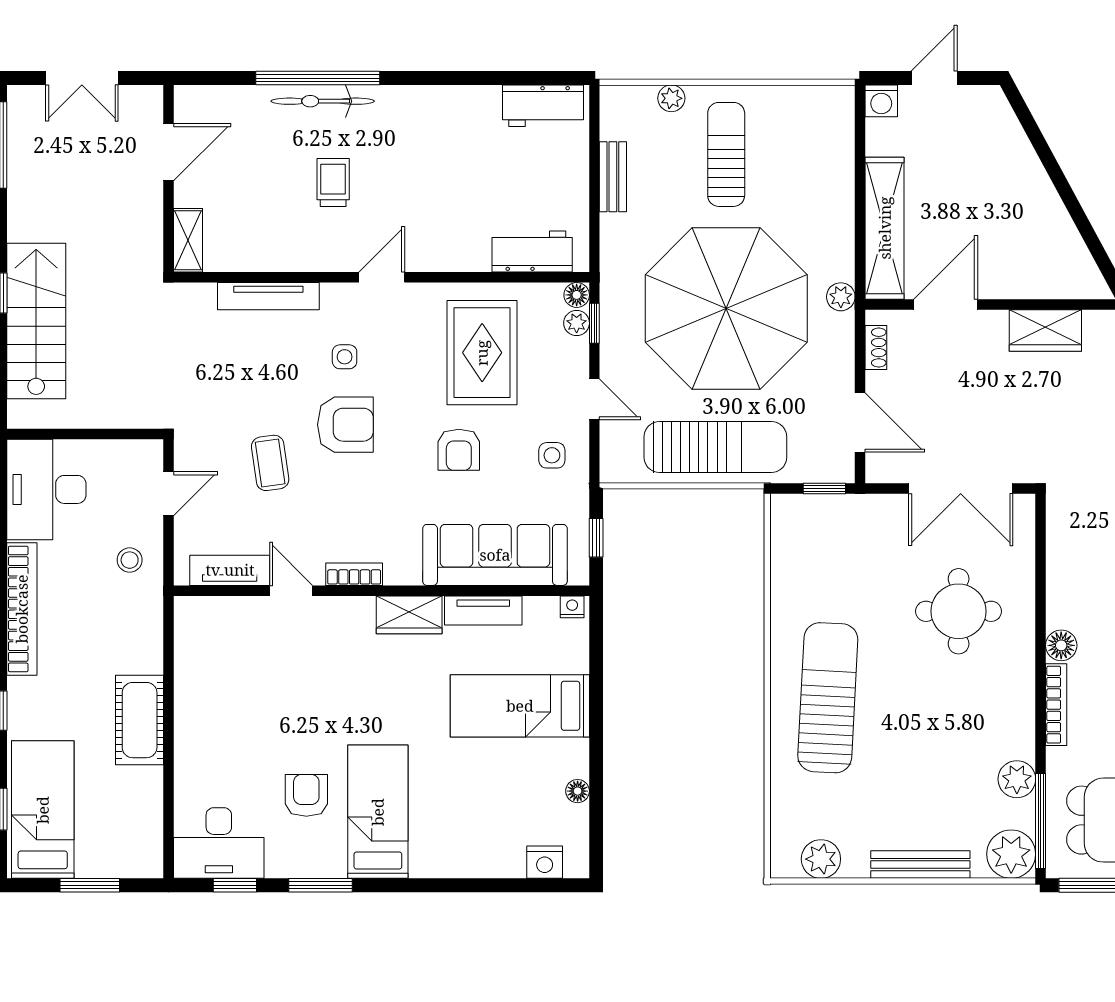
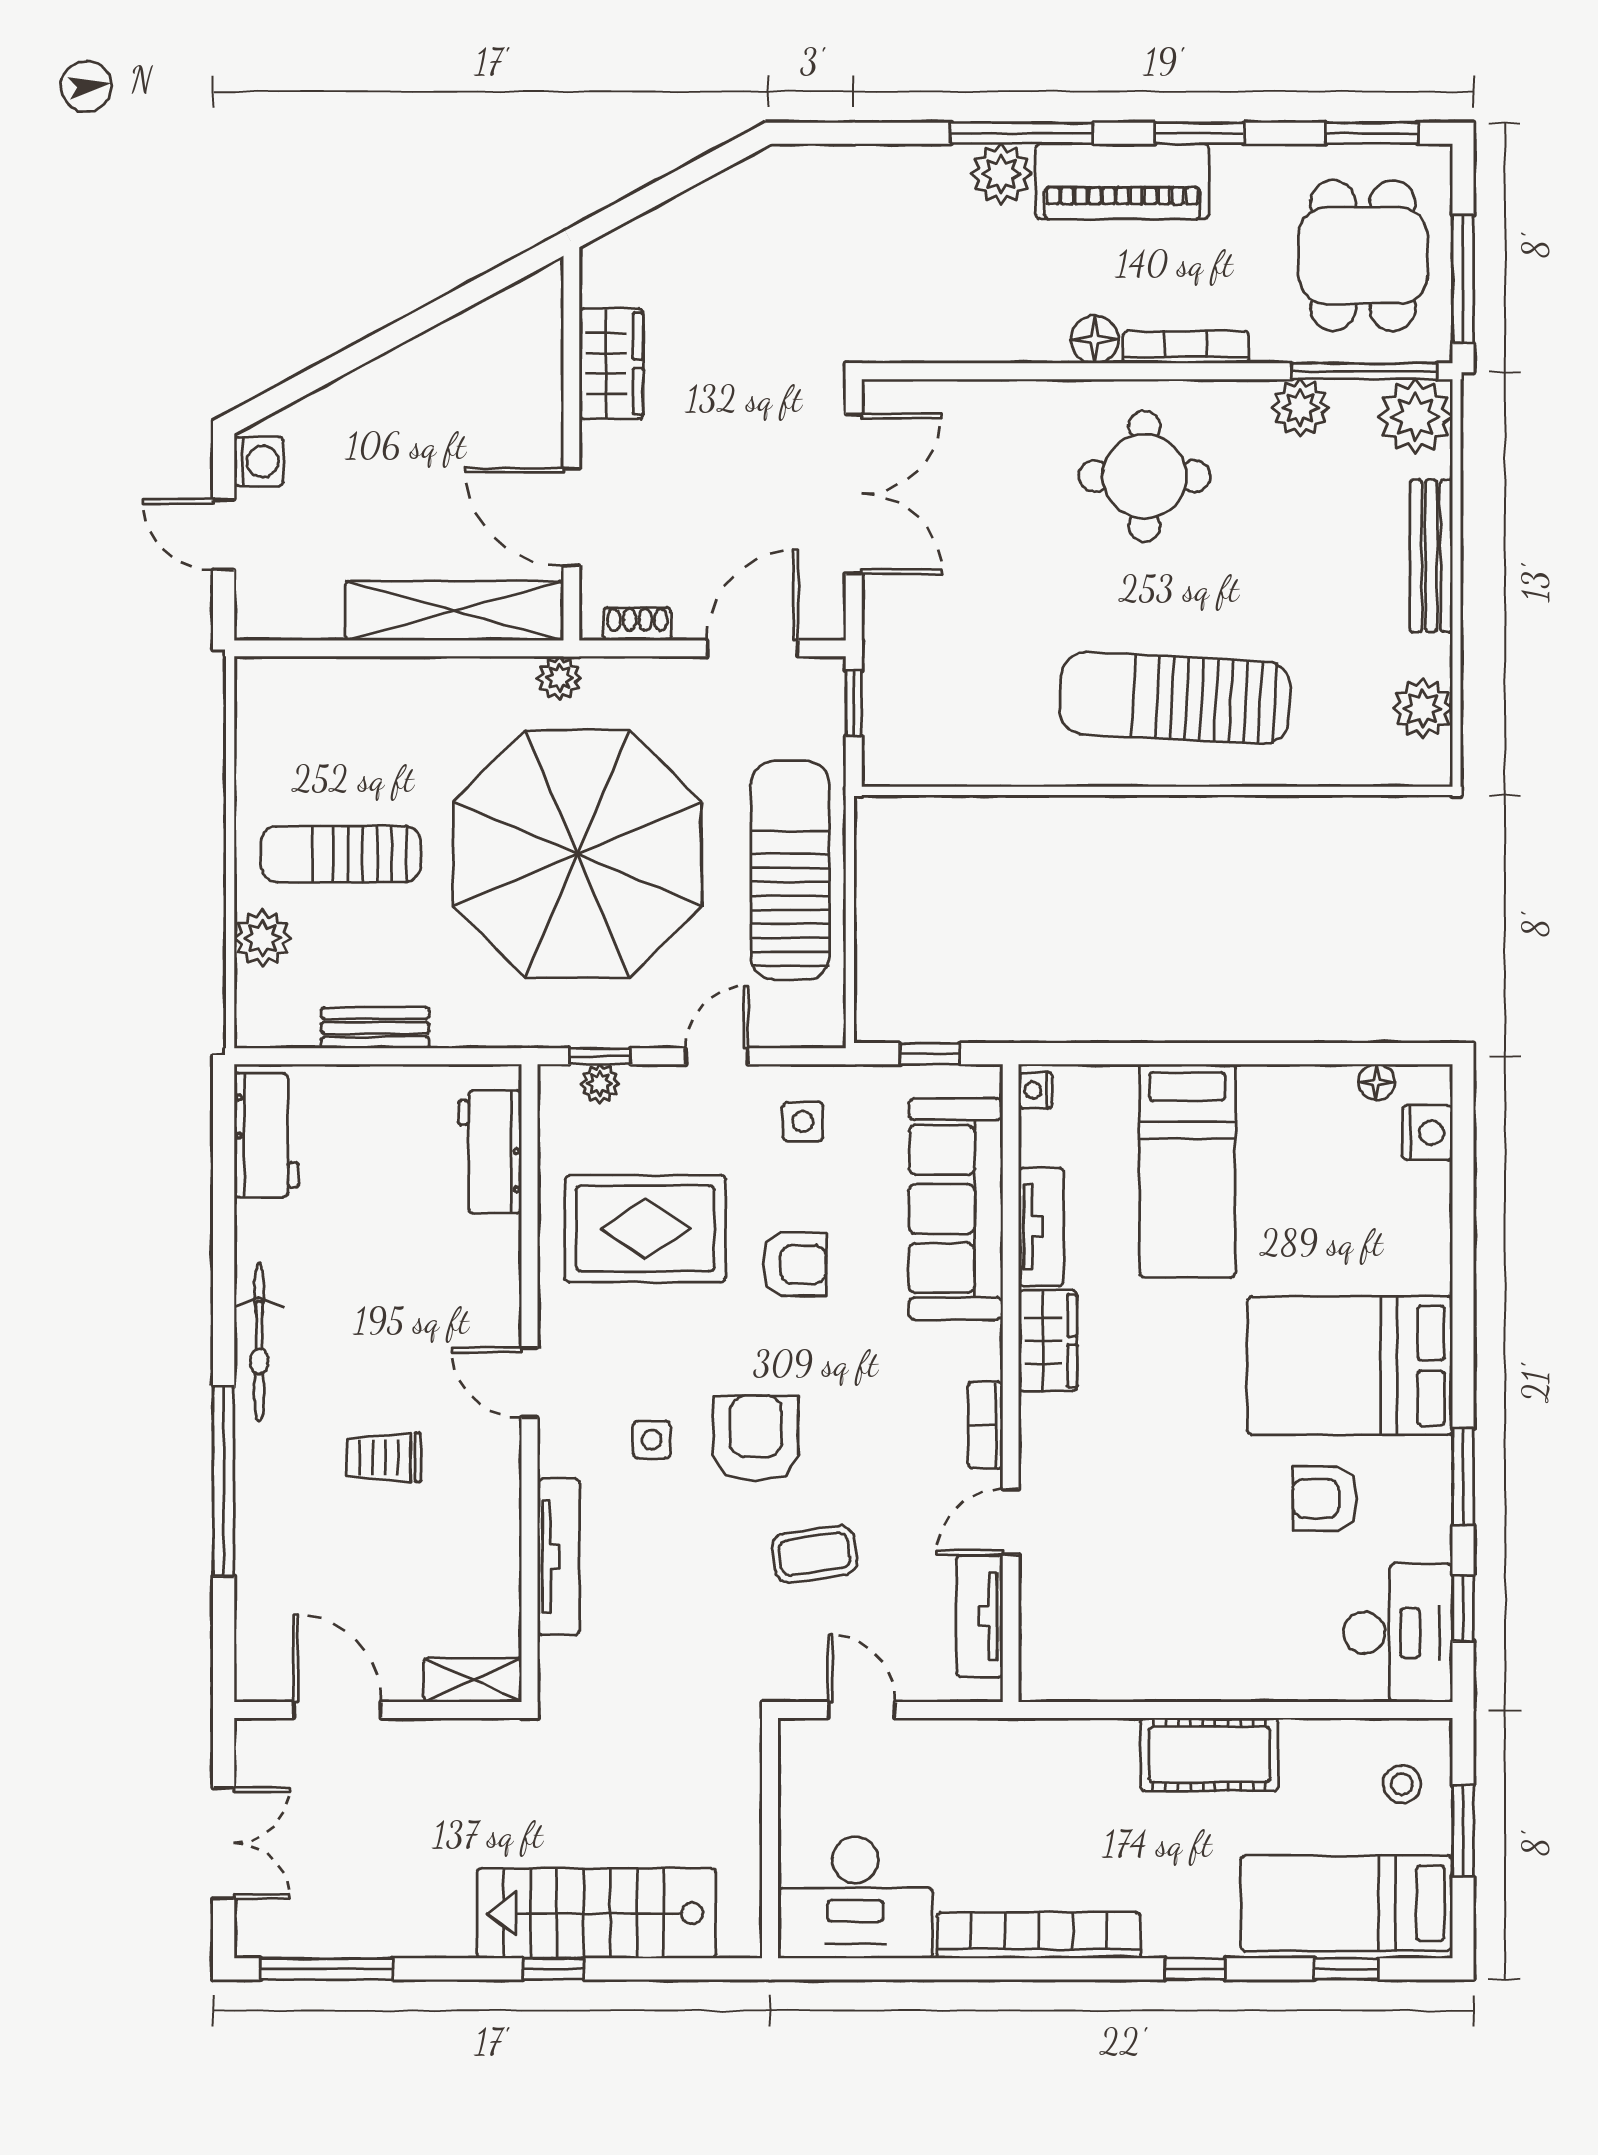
plant: (671, 98) -> (263, 938), width x1.38, depth x1.38
bicycle: (323, 101) -> (259, 1342), moved
washing machine: (881, 101) -> (259, 461), moved
floor lamp: (577, 295) -> (557, 1083), removed
stool: (130, 560) -> (1402, 1784), moved
round table: (959, 611) -> (1144, 476), moved
floor lamp: (578, 791) -> (1377, 1082), moved
bed: (378, 812) -> (1350, 1366), width x1.50

